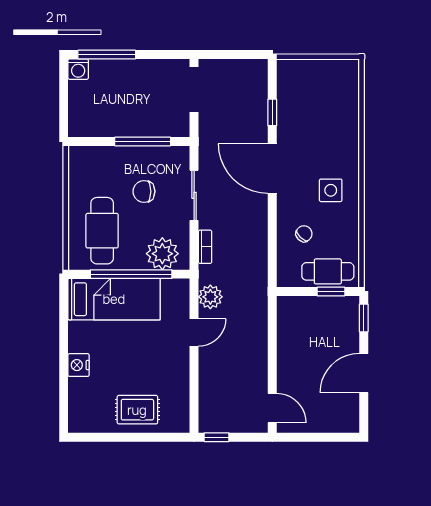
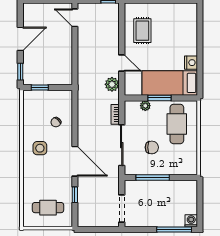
sliding door: (194, 195) -> (122, 145), width x1.37
plant: (162, 254) -> (145, 106), width x0.53, depth x0.53
cafe table: (328, 271) -> (48, 208), moved
window: (131, 274) -> (159, 98), width x0.47
door: (194, 333) -> (122, 63), swing flipped
nightstand: (79, 365) -> (191, 63), moved
rug: (137, 410) -> (142, 31), moved, turned 90

